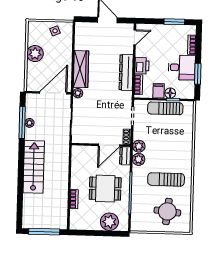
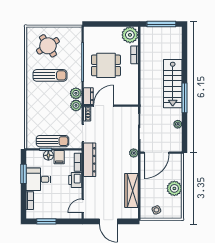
wardrobe: (81, 69) -> (132, 190), moved
dresser: (126, 72) -> (90, 160), moved
window: (22, 123) -> (185, 98), moved
round table: (167, 211) -> (48, 46), turned -38
plant: (109, 222) -> (130, 35), moved

